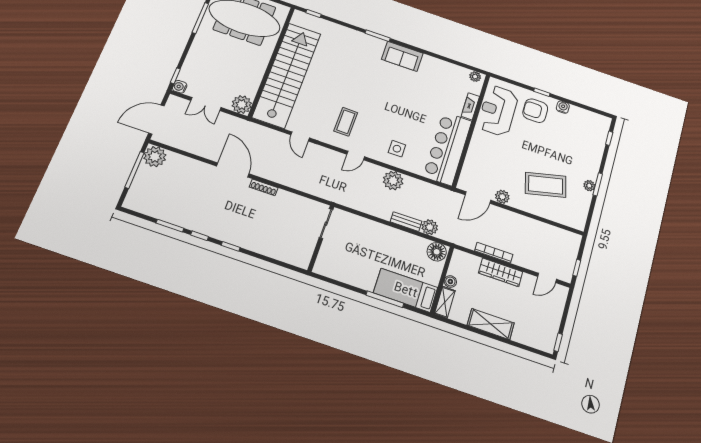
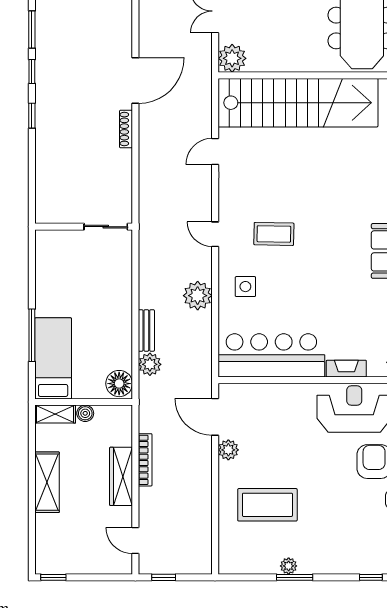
coffee table: (346, 122) -> (274, 234), moved
coffee table: (546, 185) -> (267, 505), turned -76

